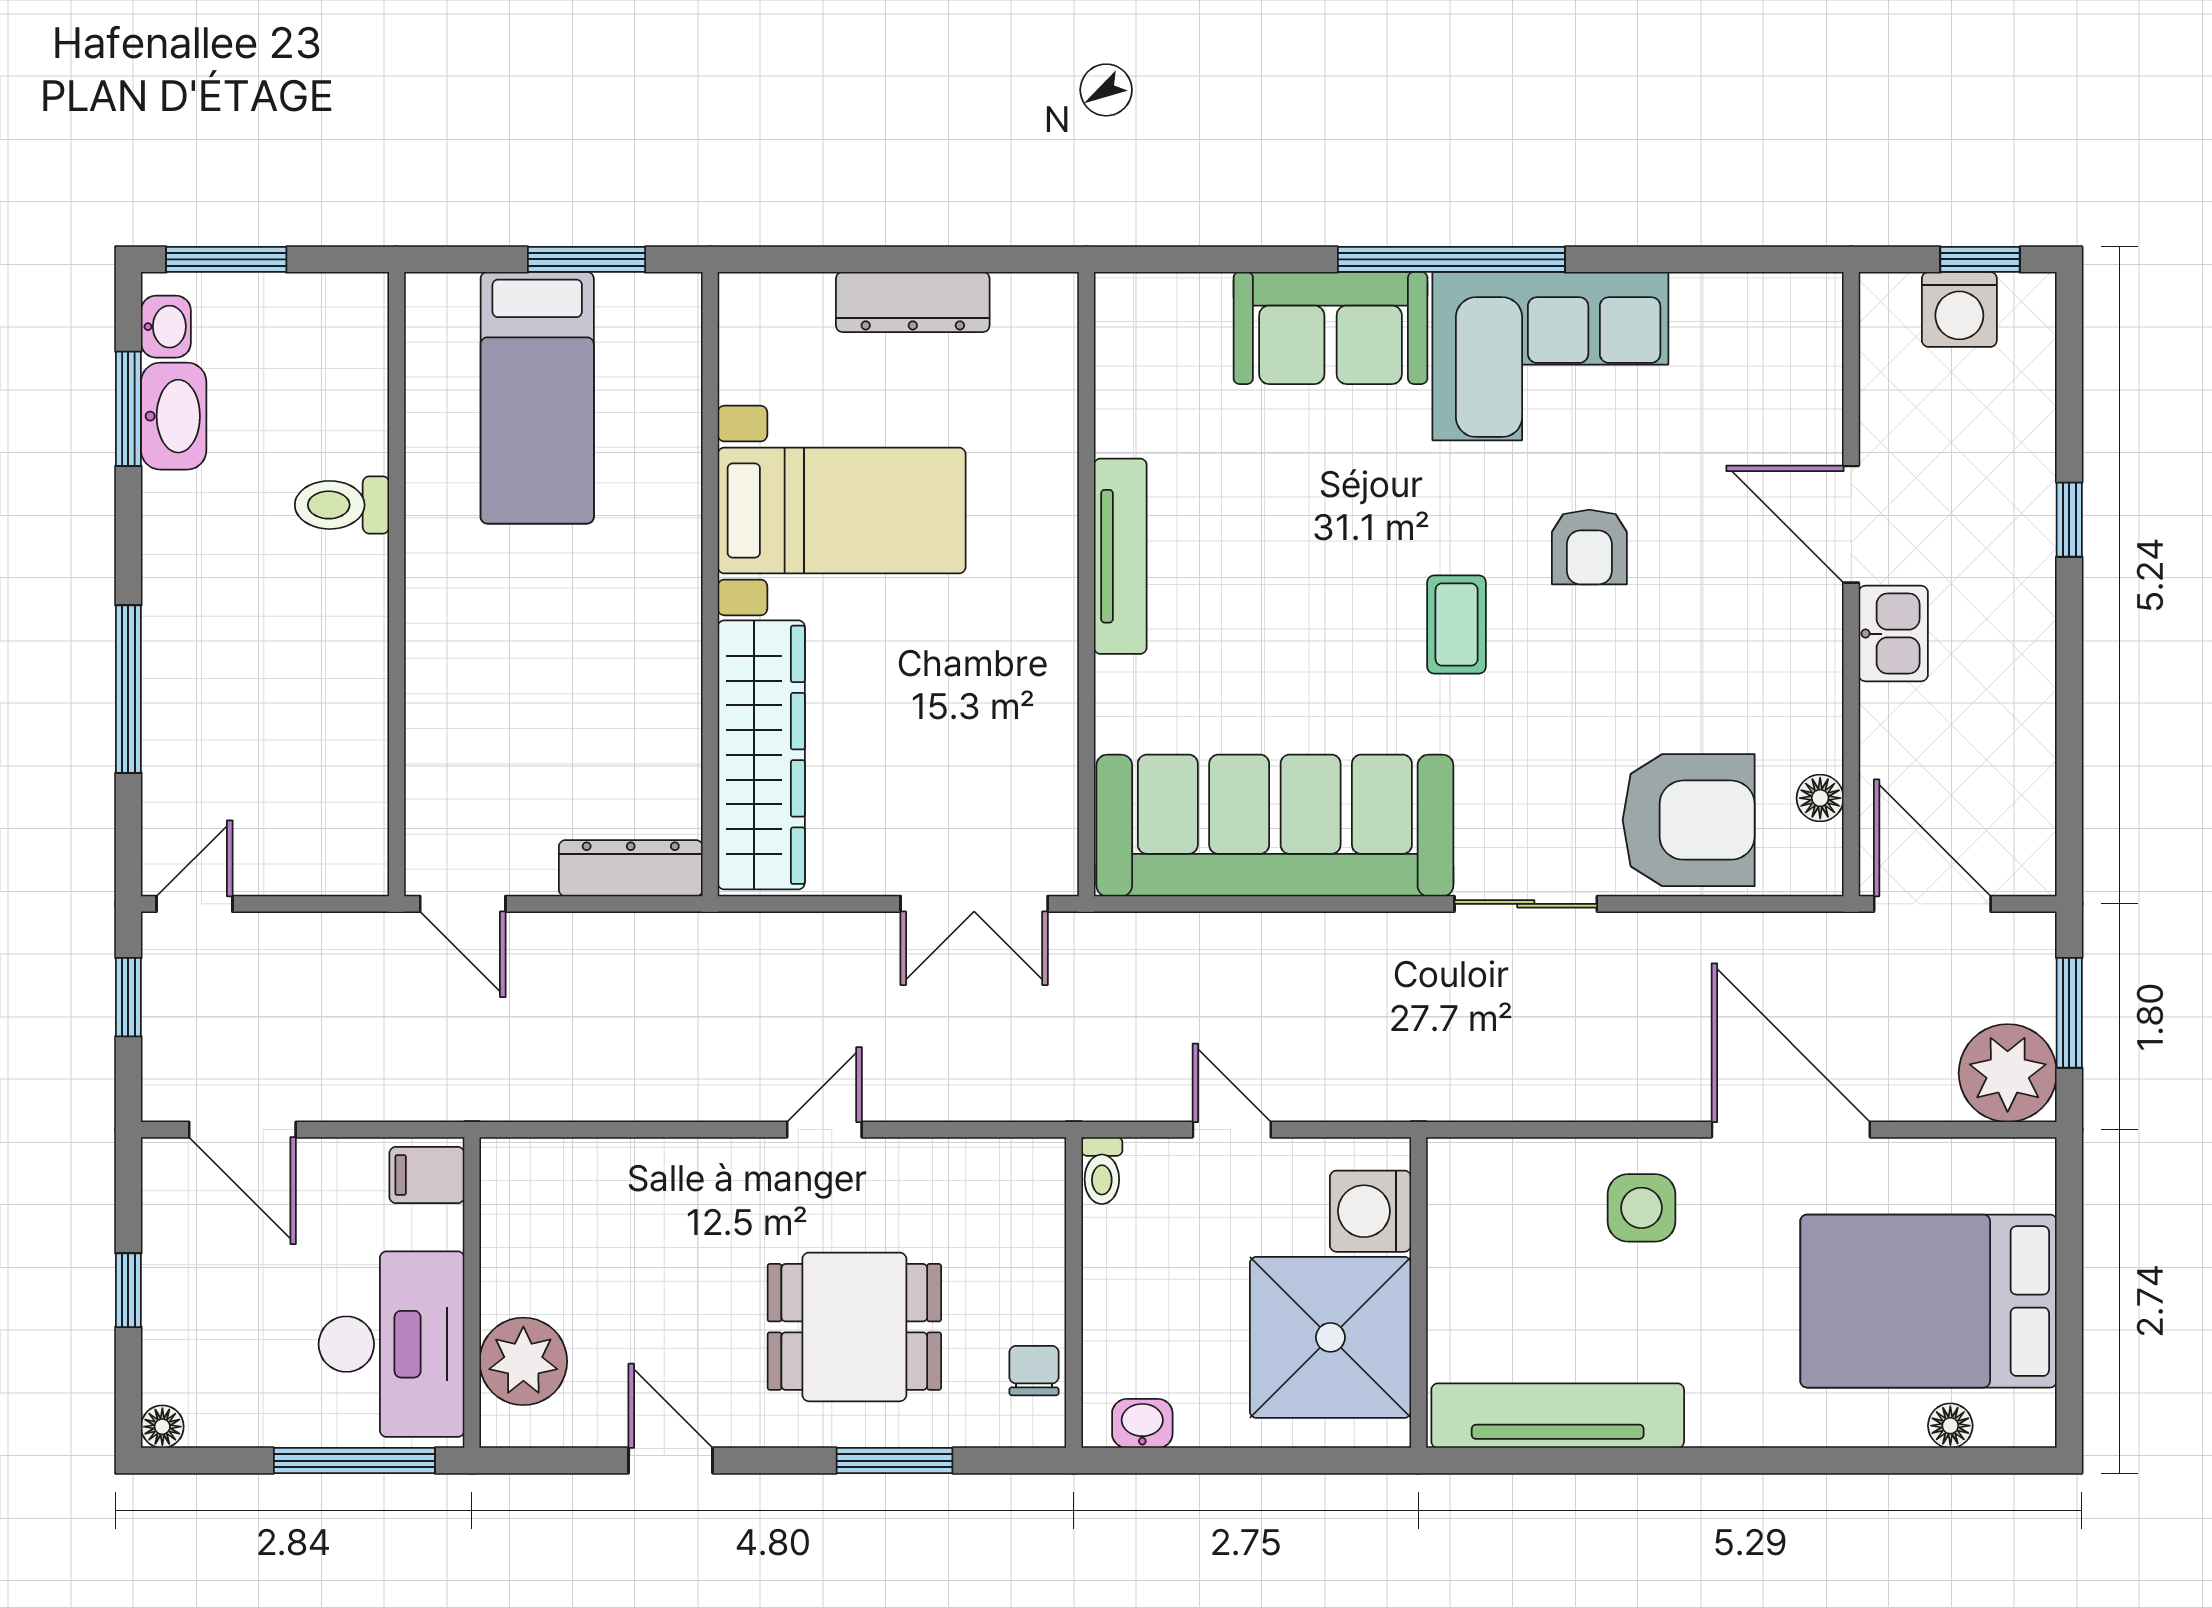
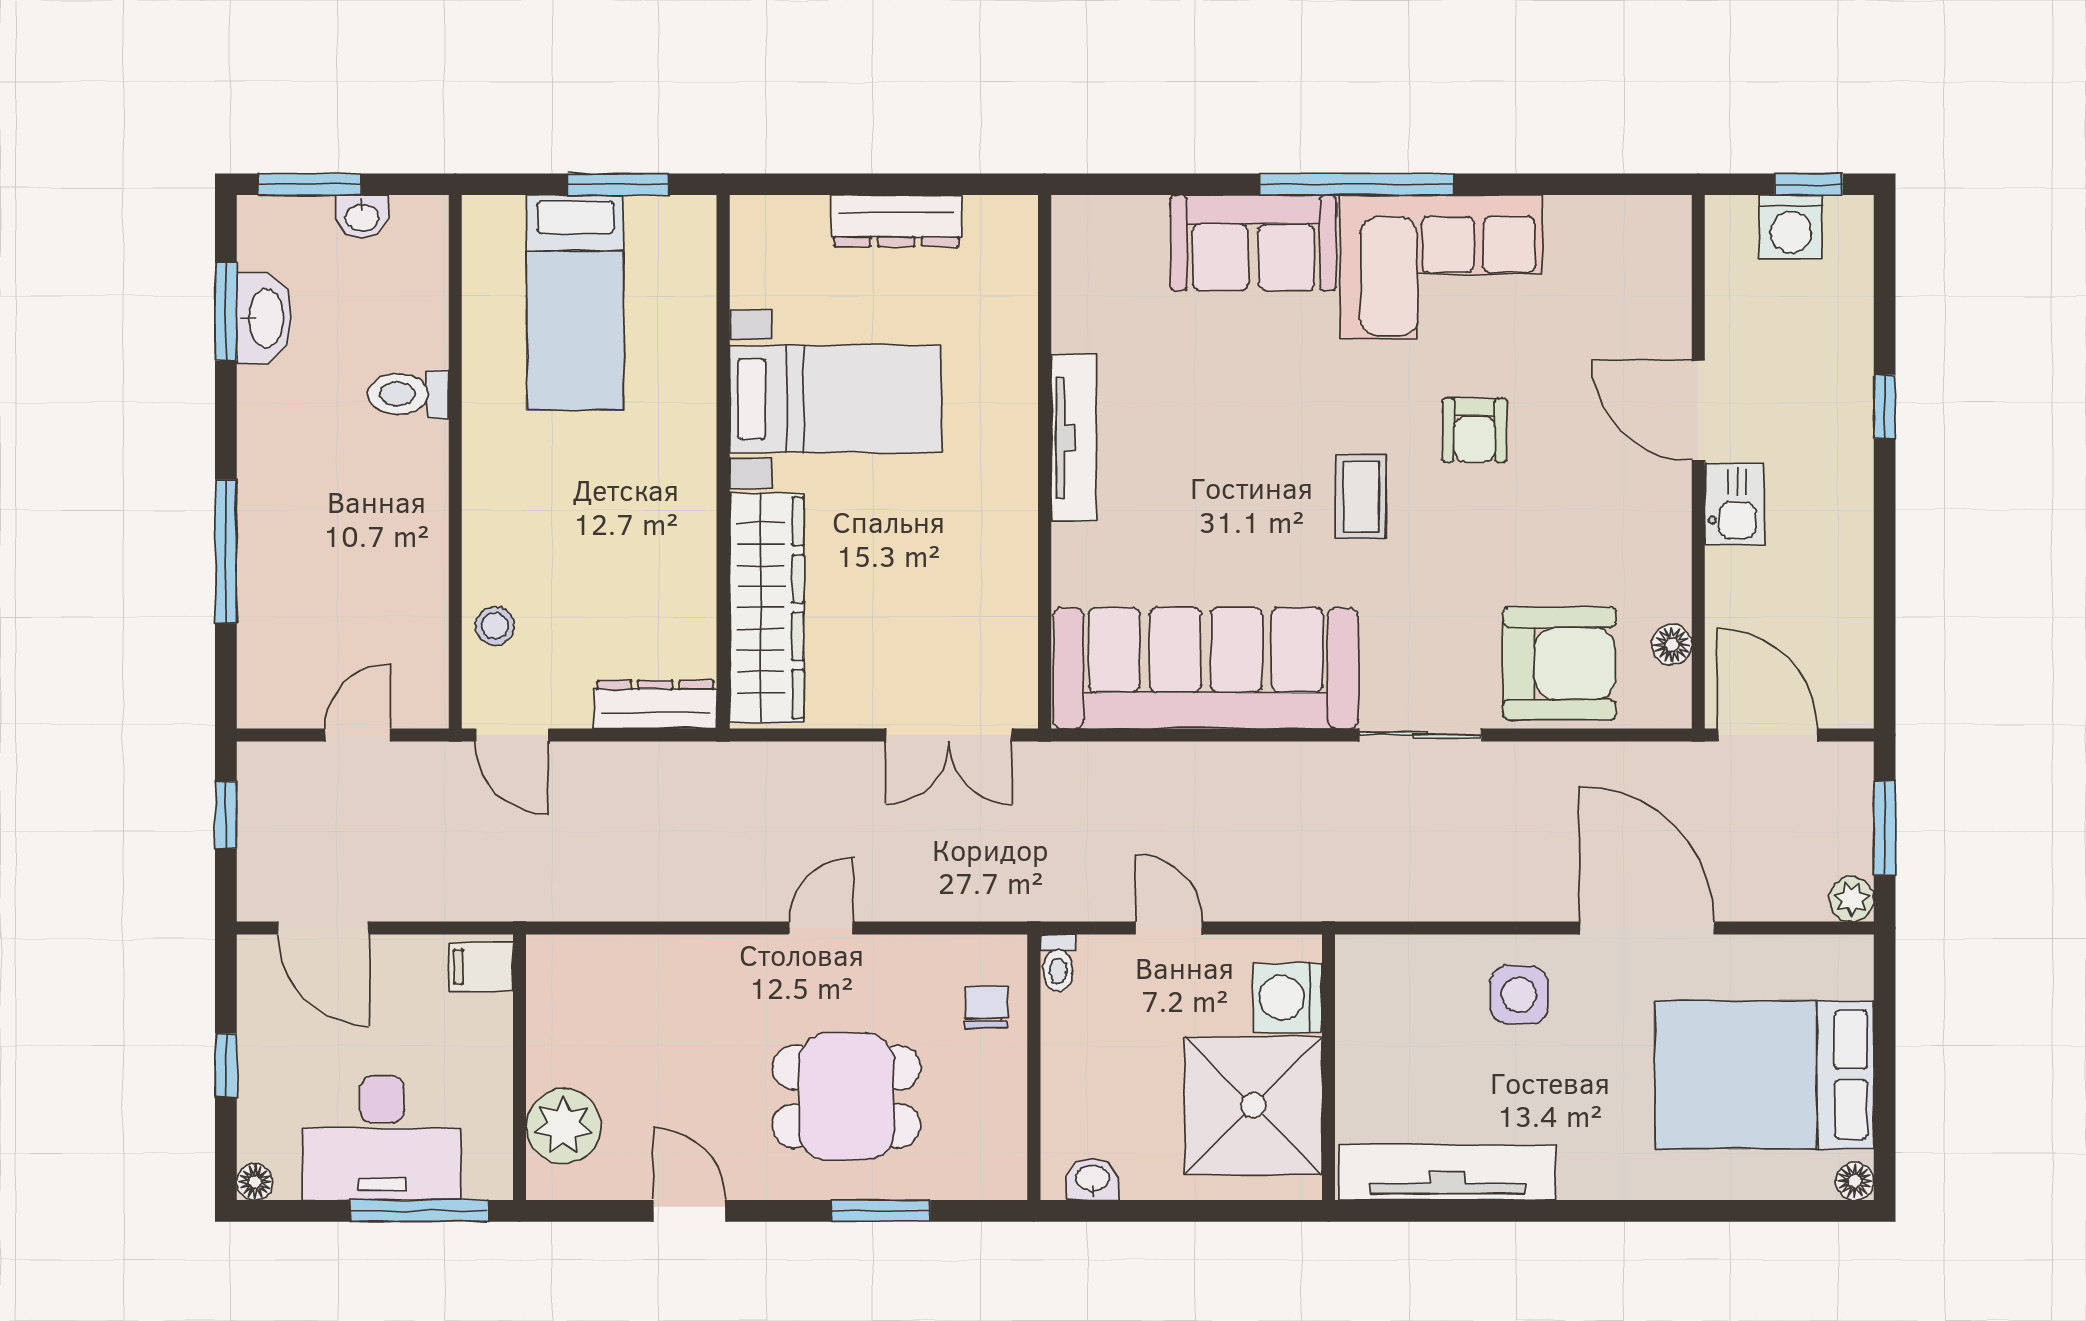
washbasin: (166, 327) -> (362, 216), moved, turned 90
stool: (443, 776) -> (495, 626), added
door: (195, 904) -> (358, 735), moved
plant: (2008, 1073) -> (1852, 899), width x0.53, depth x0.53
desk: (392, 1344) -> (382, 1138), moved, turned 90
chair: (1034, 1371) -> (986, 1007), moved
floor lamp: (1950, 1426) -> (1855, 1181), moved

